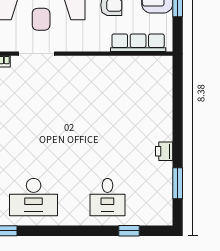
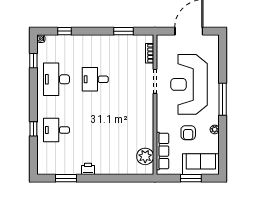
plant: (146, 68) -> (145, 156), added
desk: (34, 141) -> (95, 79), added
window: (129, 231) -> (33, 129), moved

